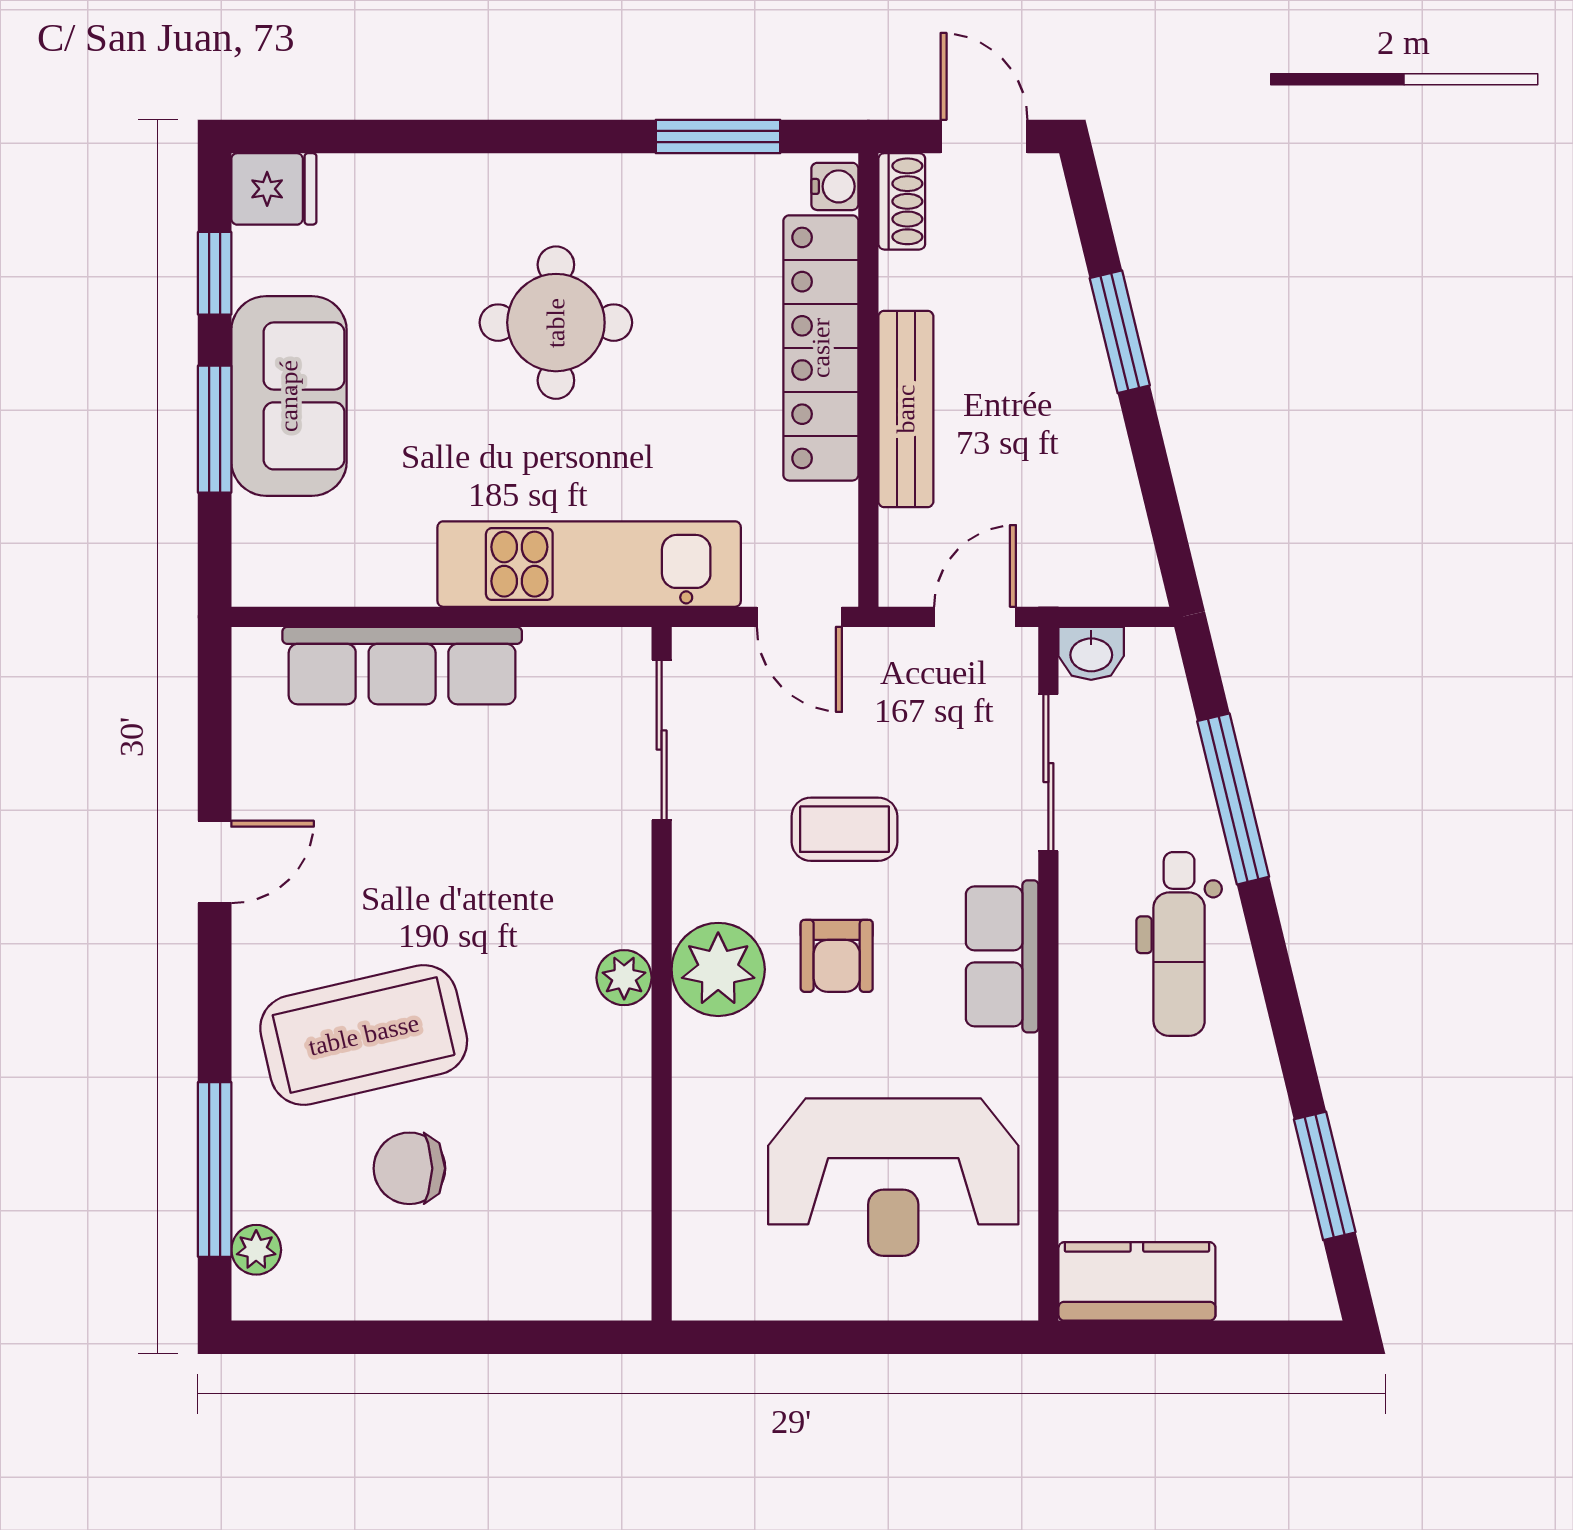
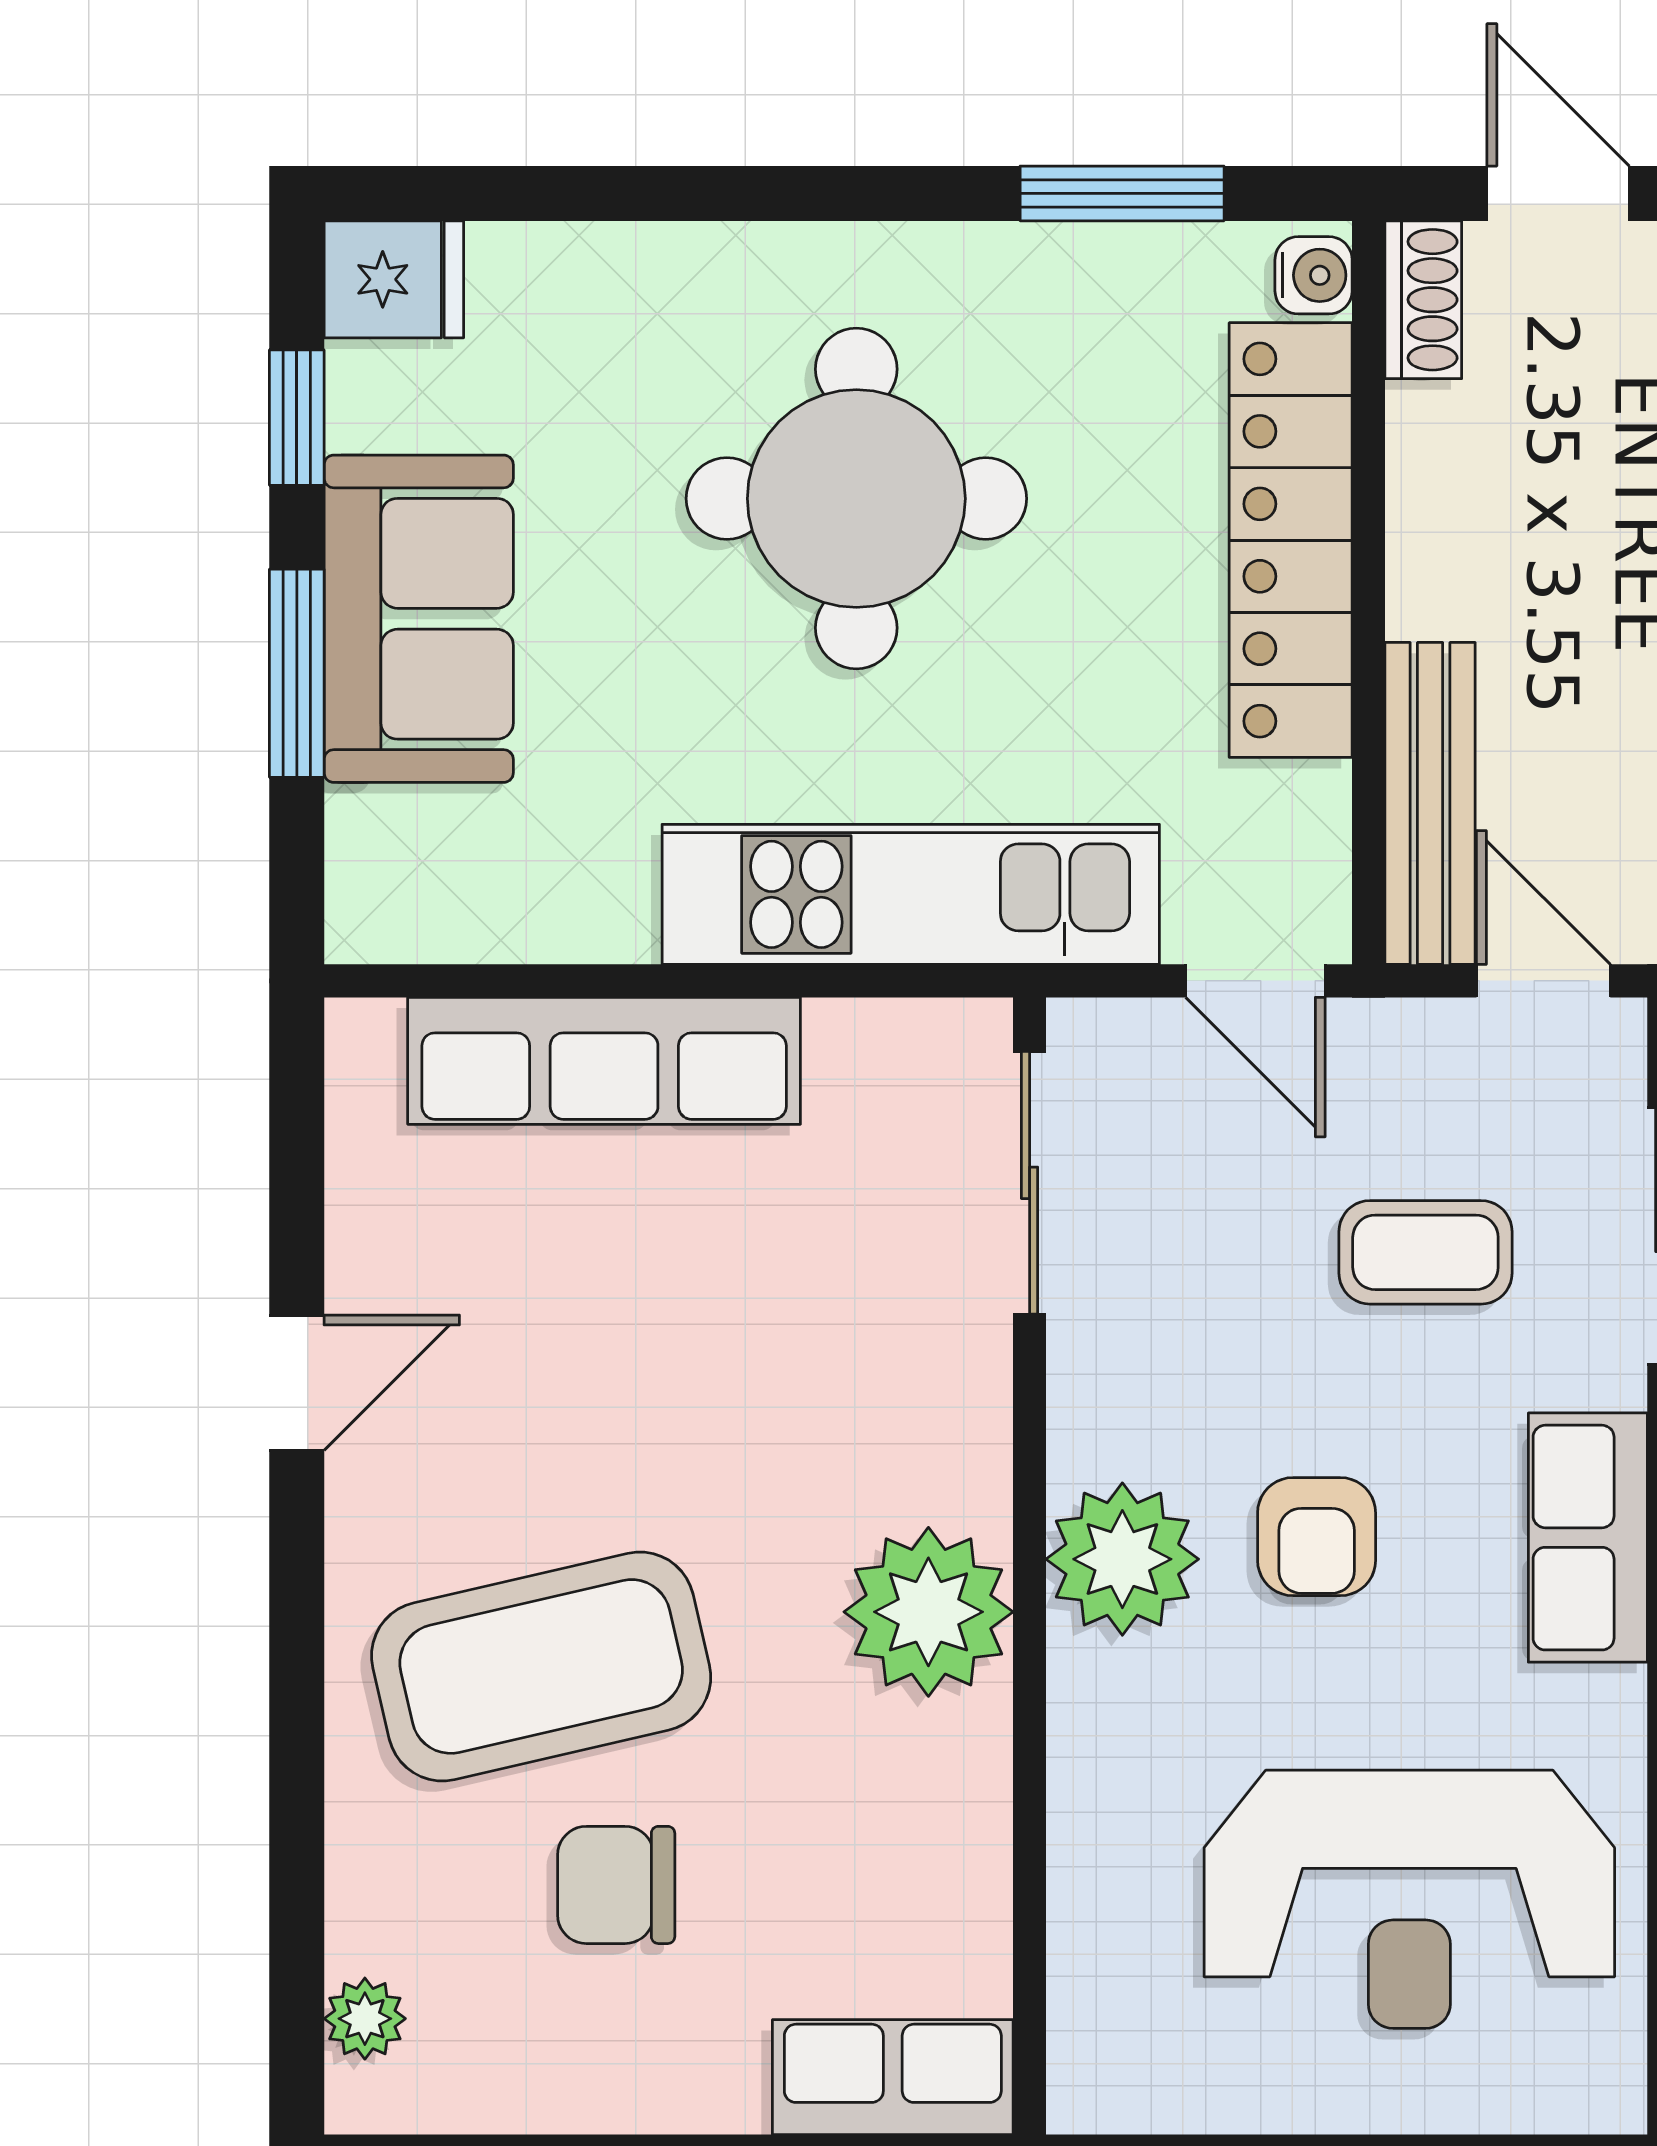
round table: (556, 323) -> (856, 499), width x1.36, depth x1.36
bench: (906, 409) -> (1430, 803), moved
door: (975, 617) -> (1543, 981), hinge flipped
coffee table: (844, 829) -> (1425, 1252), moved
plant: (624, 978) -> (928, 1612), width x1.88, depth x1.88
window: (215, 1169) -> (297, 1887), removed
row of seats: (578, 1285) -> (893, 2077), added

